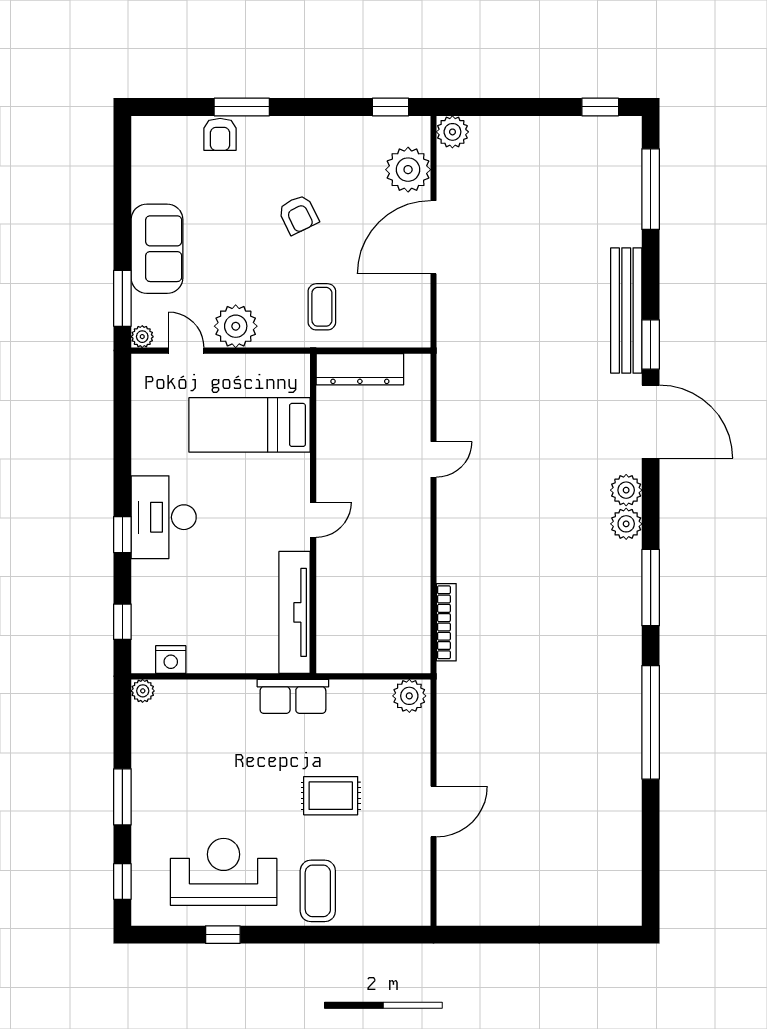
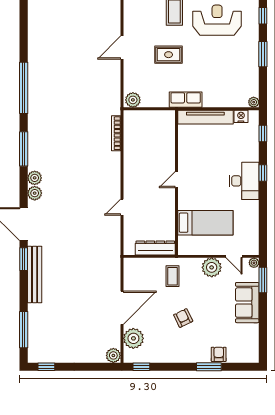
tv unit: (295, 612) -> (205, 117), moved, turned 90
reception desk: (224, 872) -> (217, 20), turned 180

